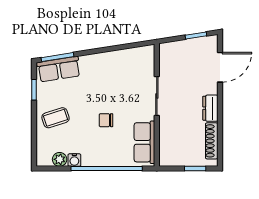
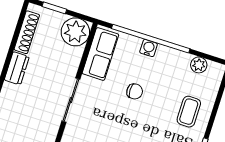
coffee table: (55, 118) -> (189, 112), turned -72
plant: (171, 154) -> (75, 32), added
water cooler: (74, 160) -> (149, 48), moved

